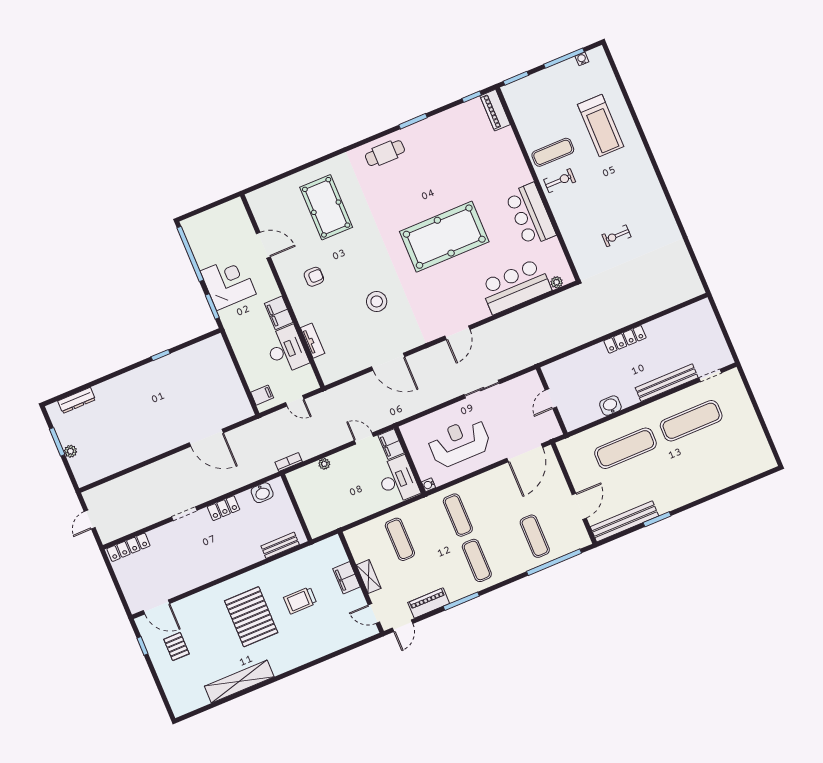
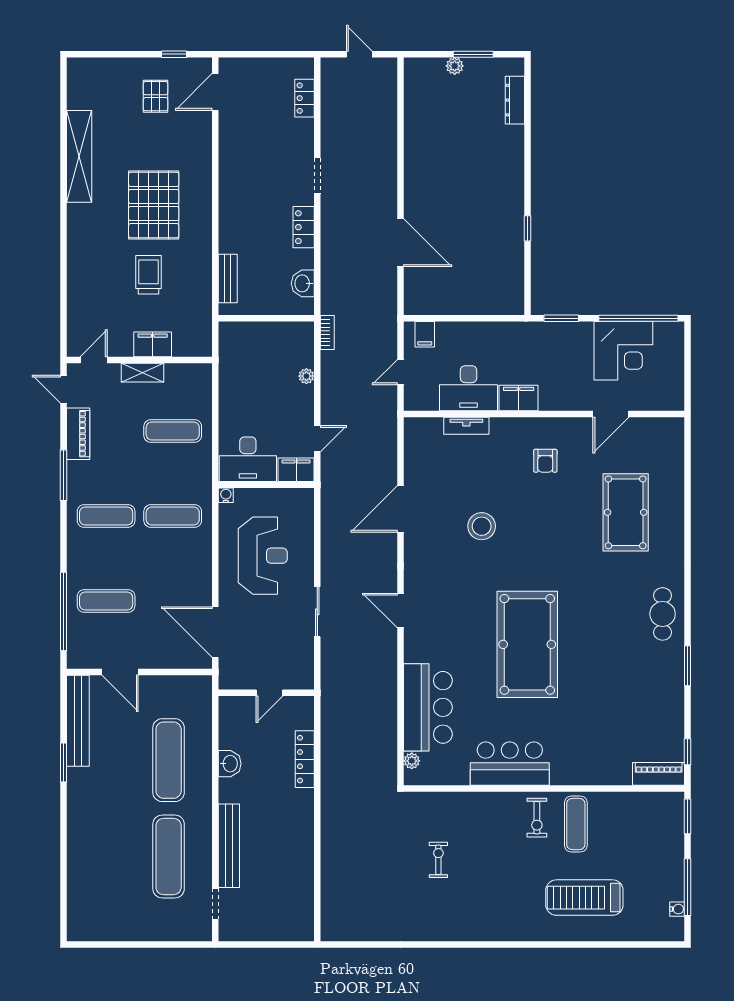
pool table: (326, 207) -> (626, 512), turned 90
corner desk: (228, 283) -> (623, 351), moved
locker: (625, 339) -> (305, 759), moved
door: (551, 399) -> (269, 693), swing flipped
door: (206, 438) -> (400, 243), swing flipped
locker: (128, 547) -> (304, 98), width x0.66
pallet: (251, 617) -> (154, 205), turned 90
pallet: (176, 647) -> (155, 96), turned 90

